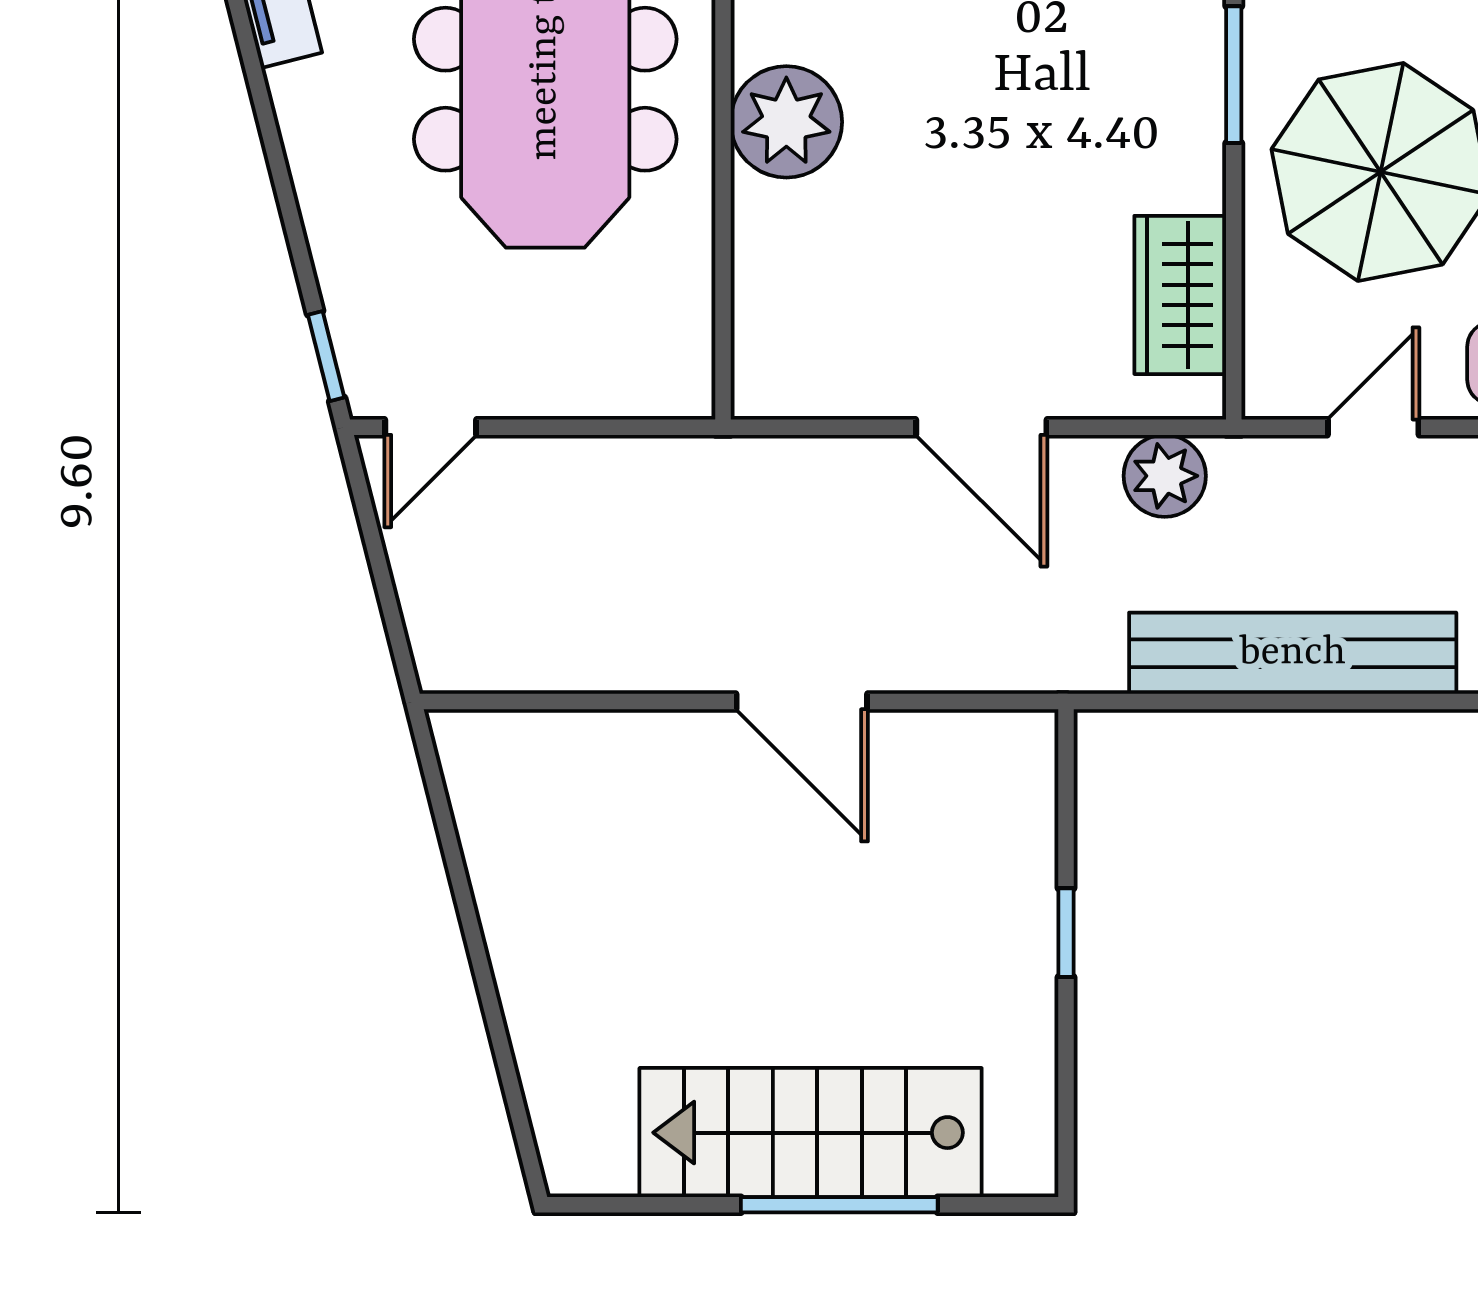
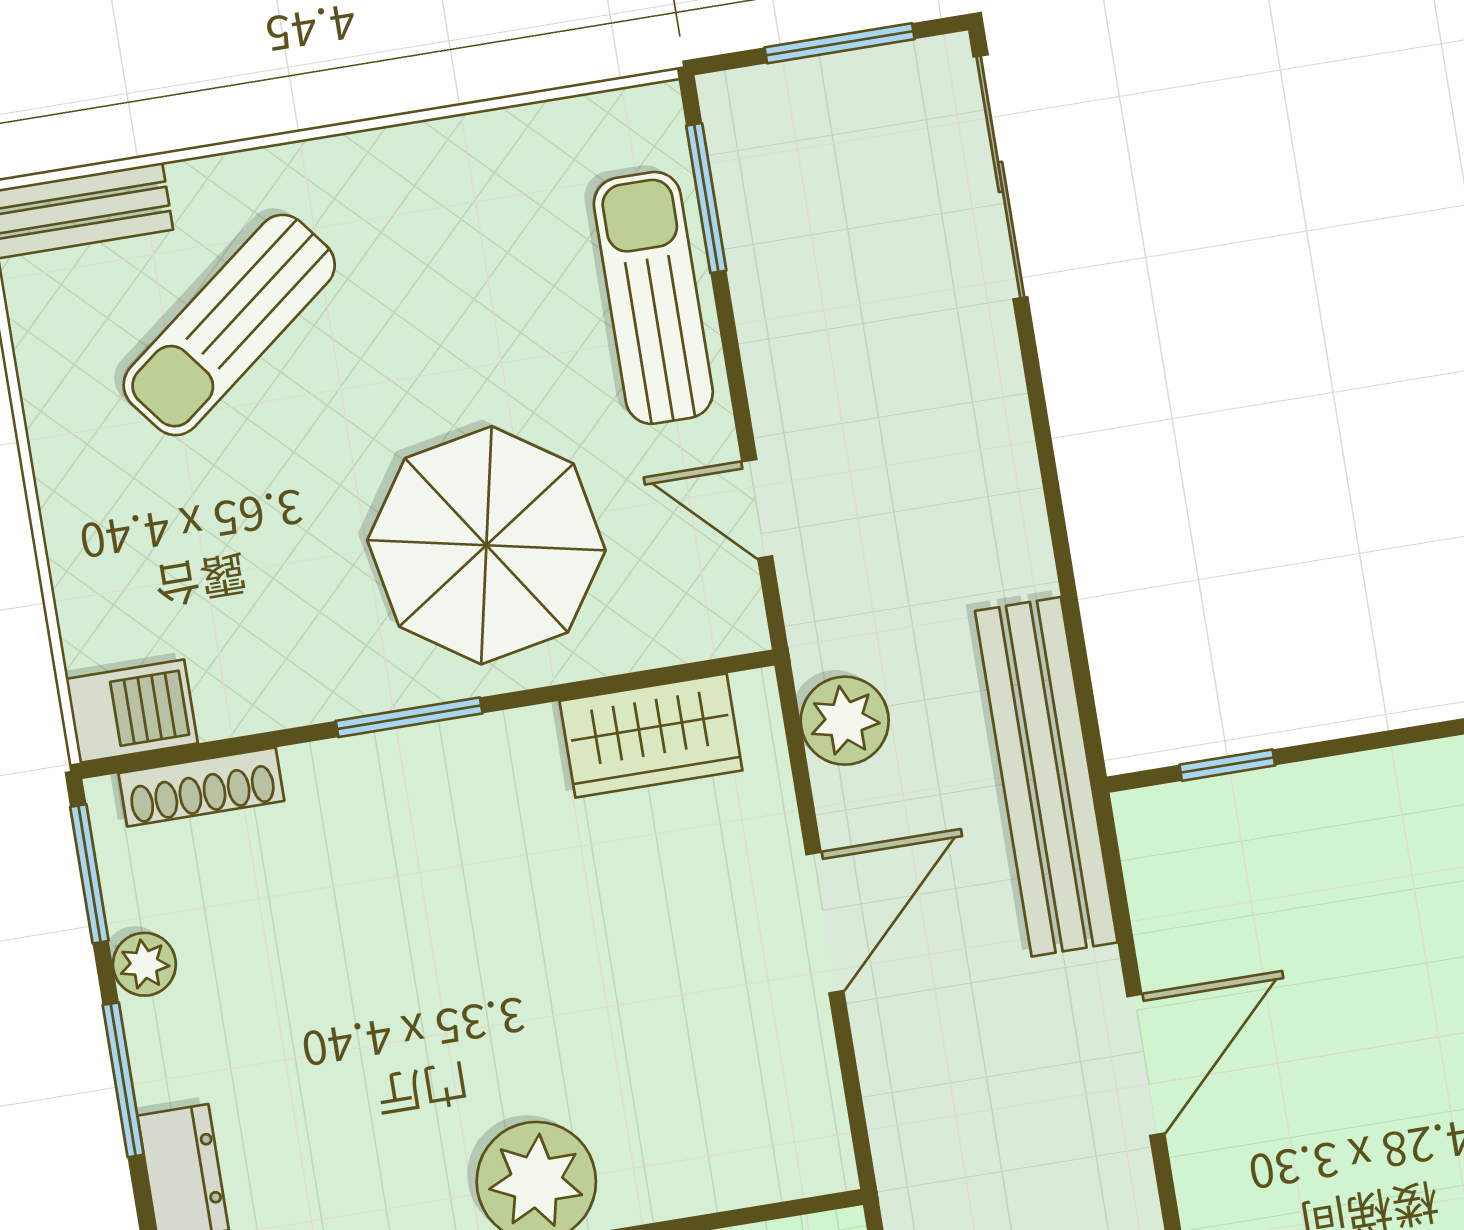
bench: (1293, 653) -> (1046, 777), moved
window: (1066, 933) -> (1227, 765), moved

